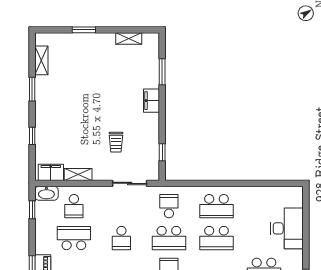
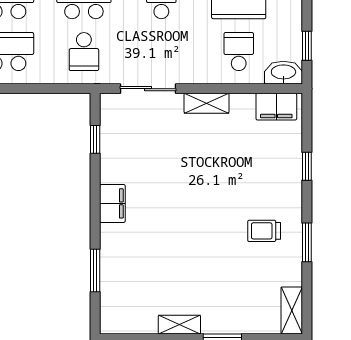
shelving: (129, 39) -> (179, 325), moved
shelving: (41, 60) -> (292, 310), moved
filing cabinet: (151, 101) -> (112, 203), moved
trolley: (116, 142) -> (264, 231), moved, turned -90
shelving: (78, 174) -> (207, 103), moved

